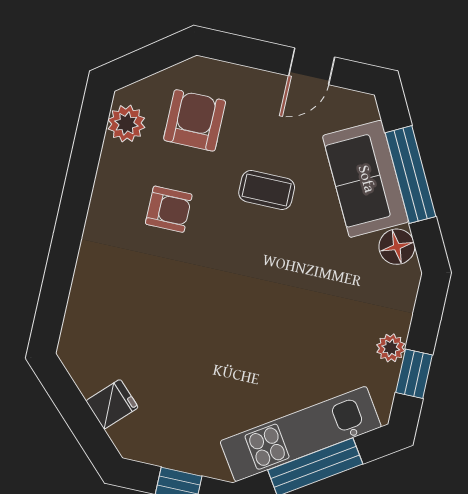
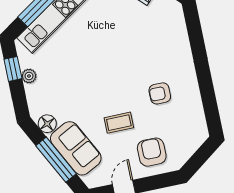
armchair: (195, 120) -> (152, 152), moved, turned 180
plant: (126, 124) -> (197, 124), removed

